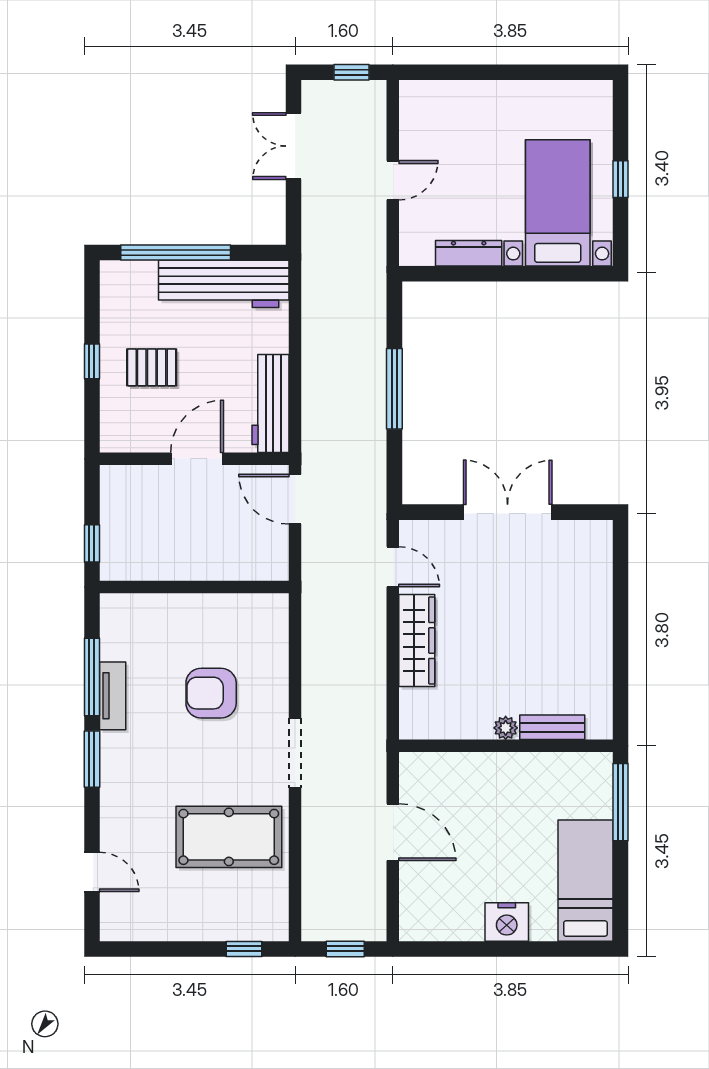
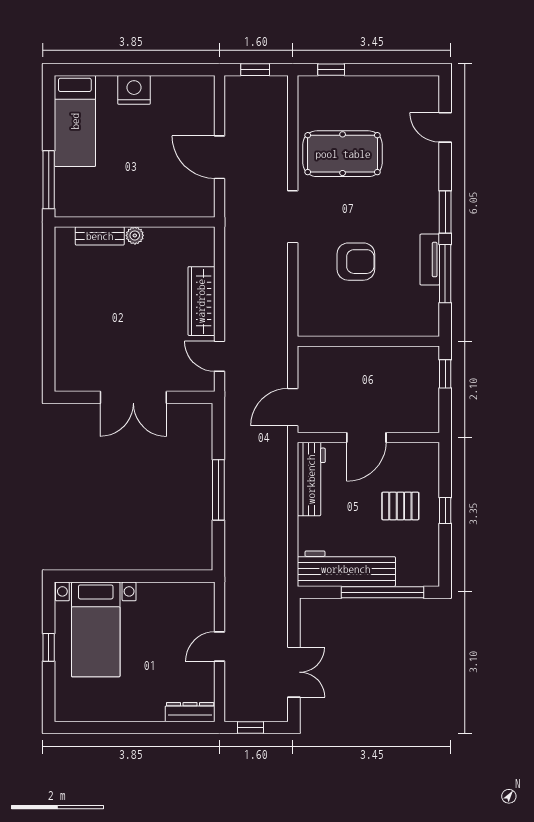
dresser: (469, 253) -> (190, 712), moved, turned 180
door: (295, 499) -> (293, 407), swing flipped

